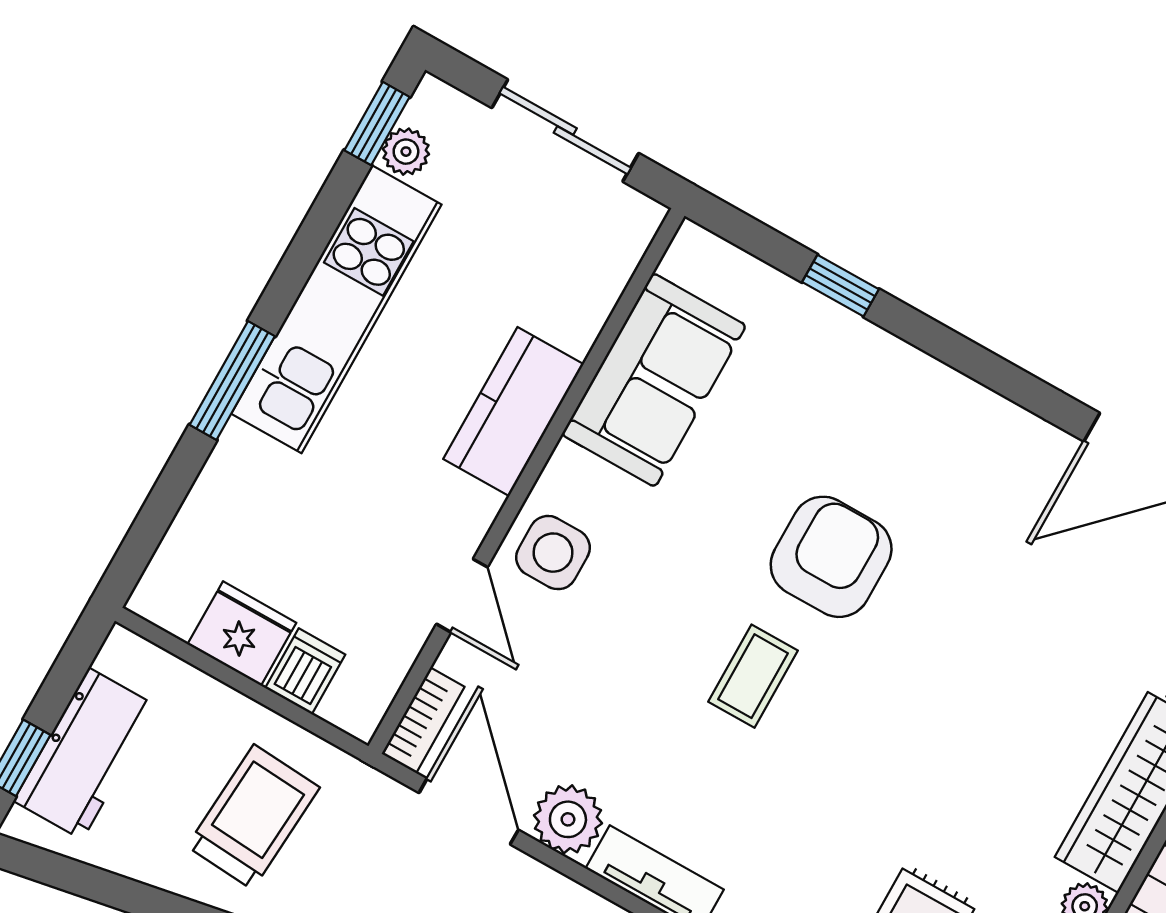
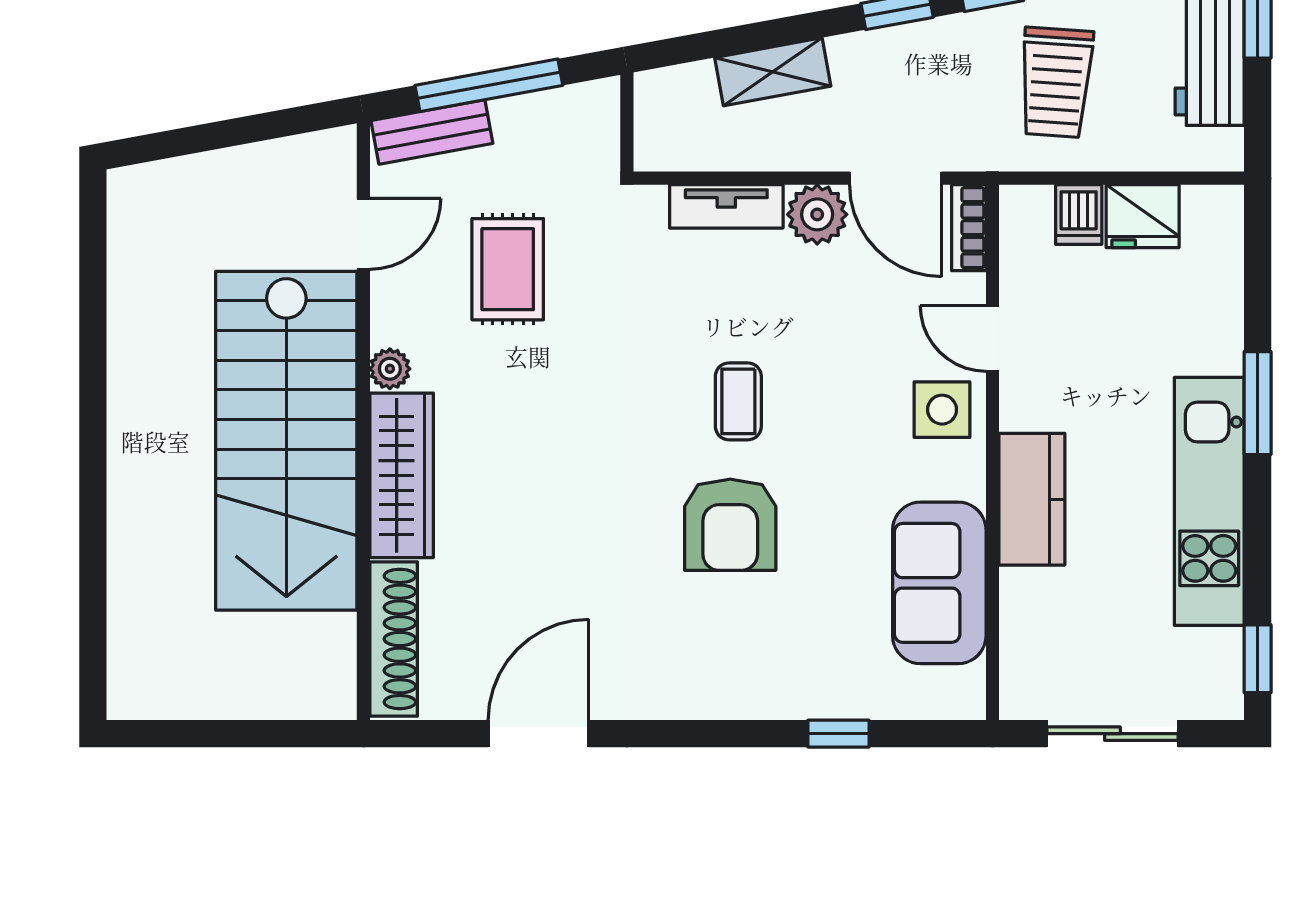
plant: (406, 152) -> (1224, 650), removed

